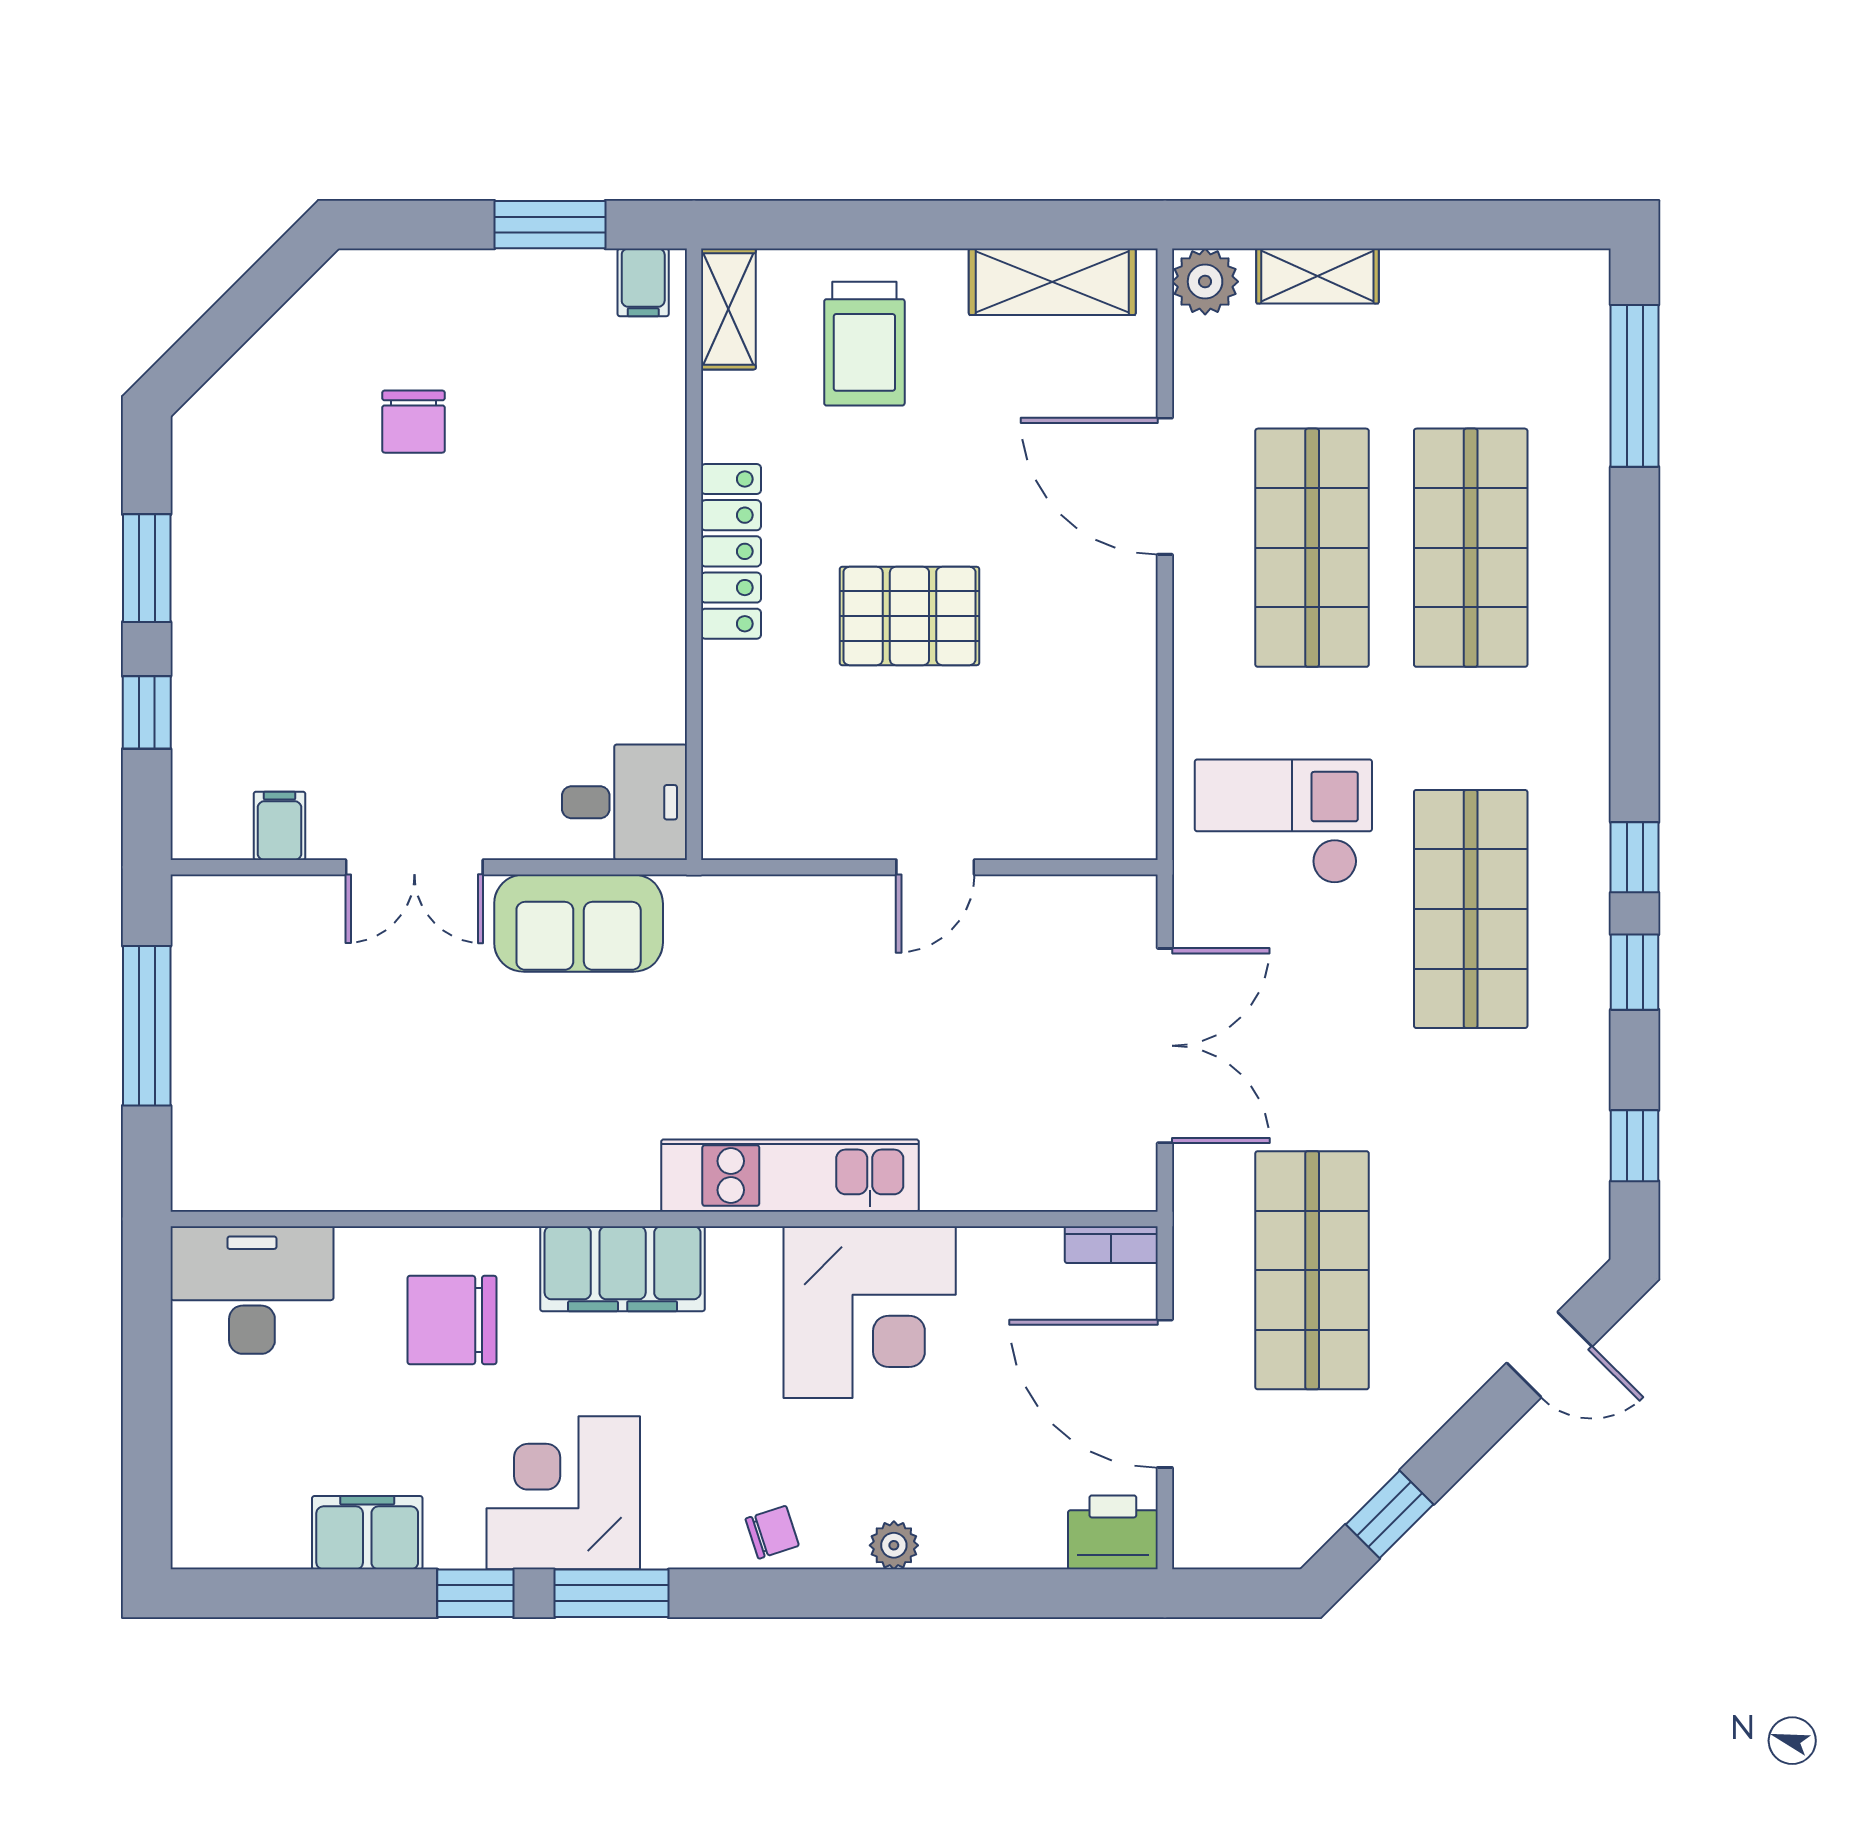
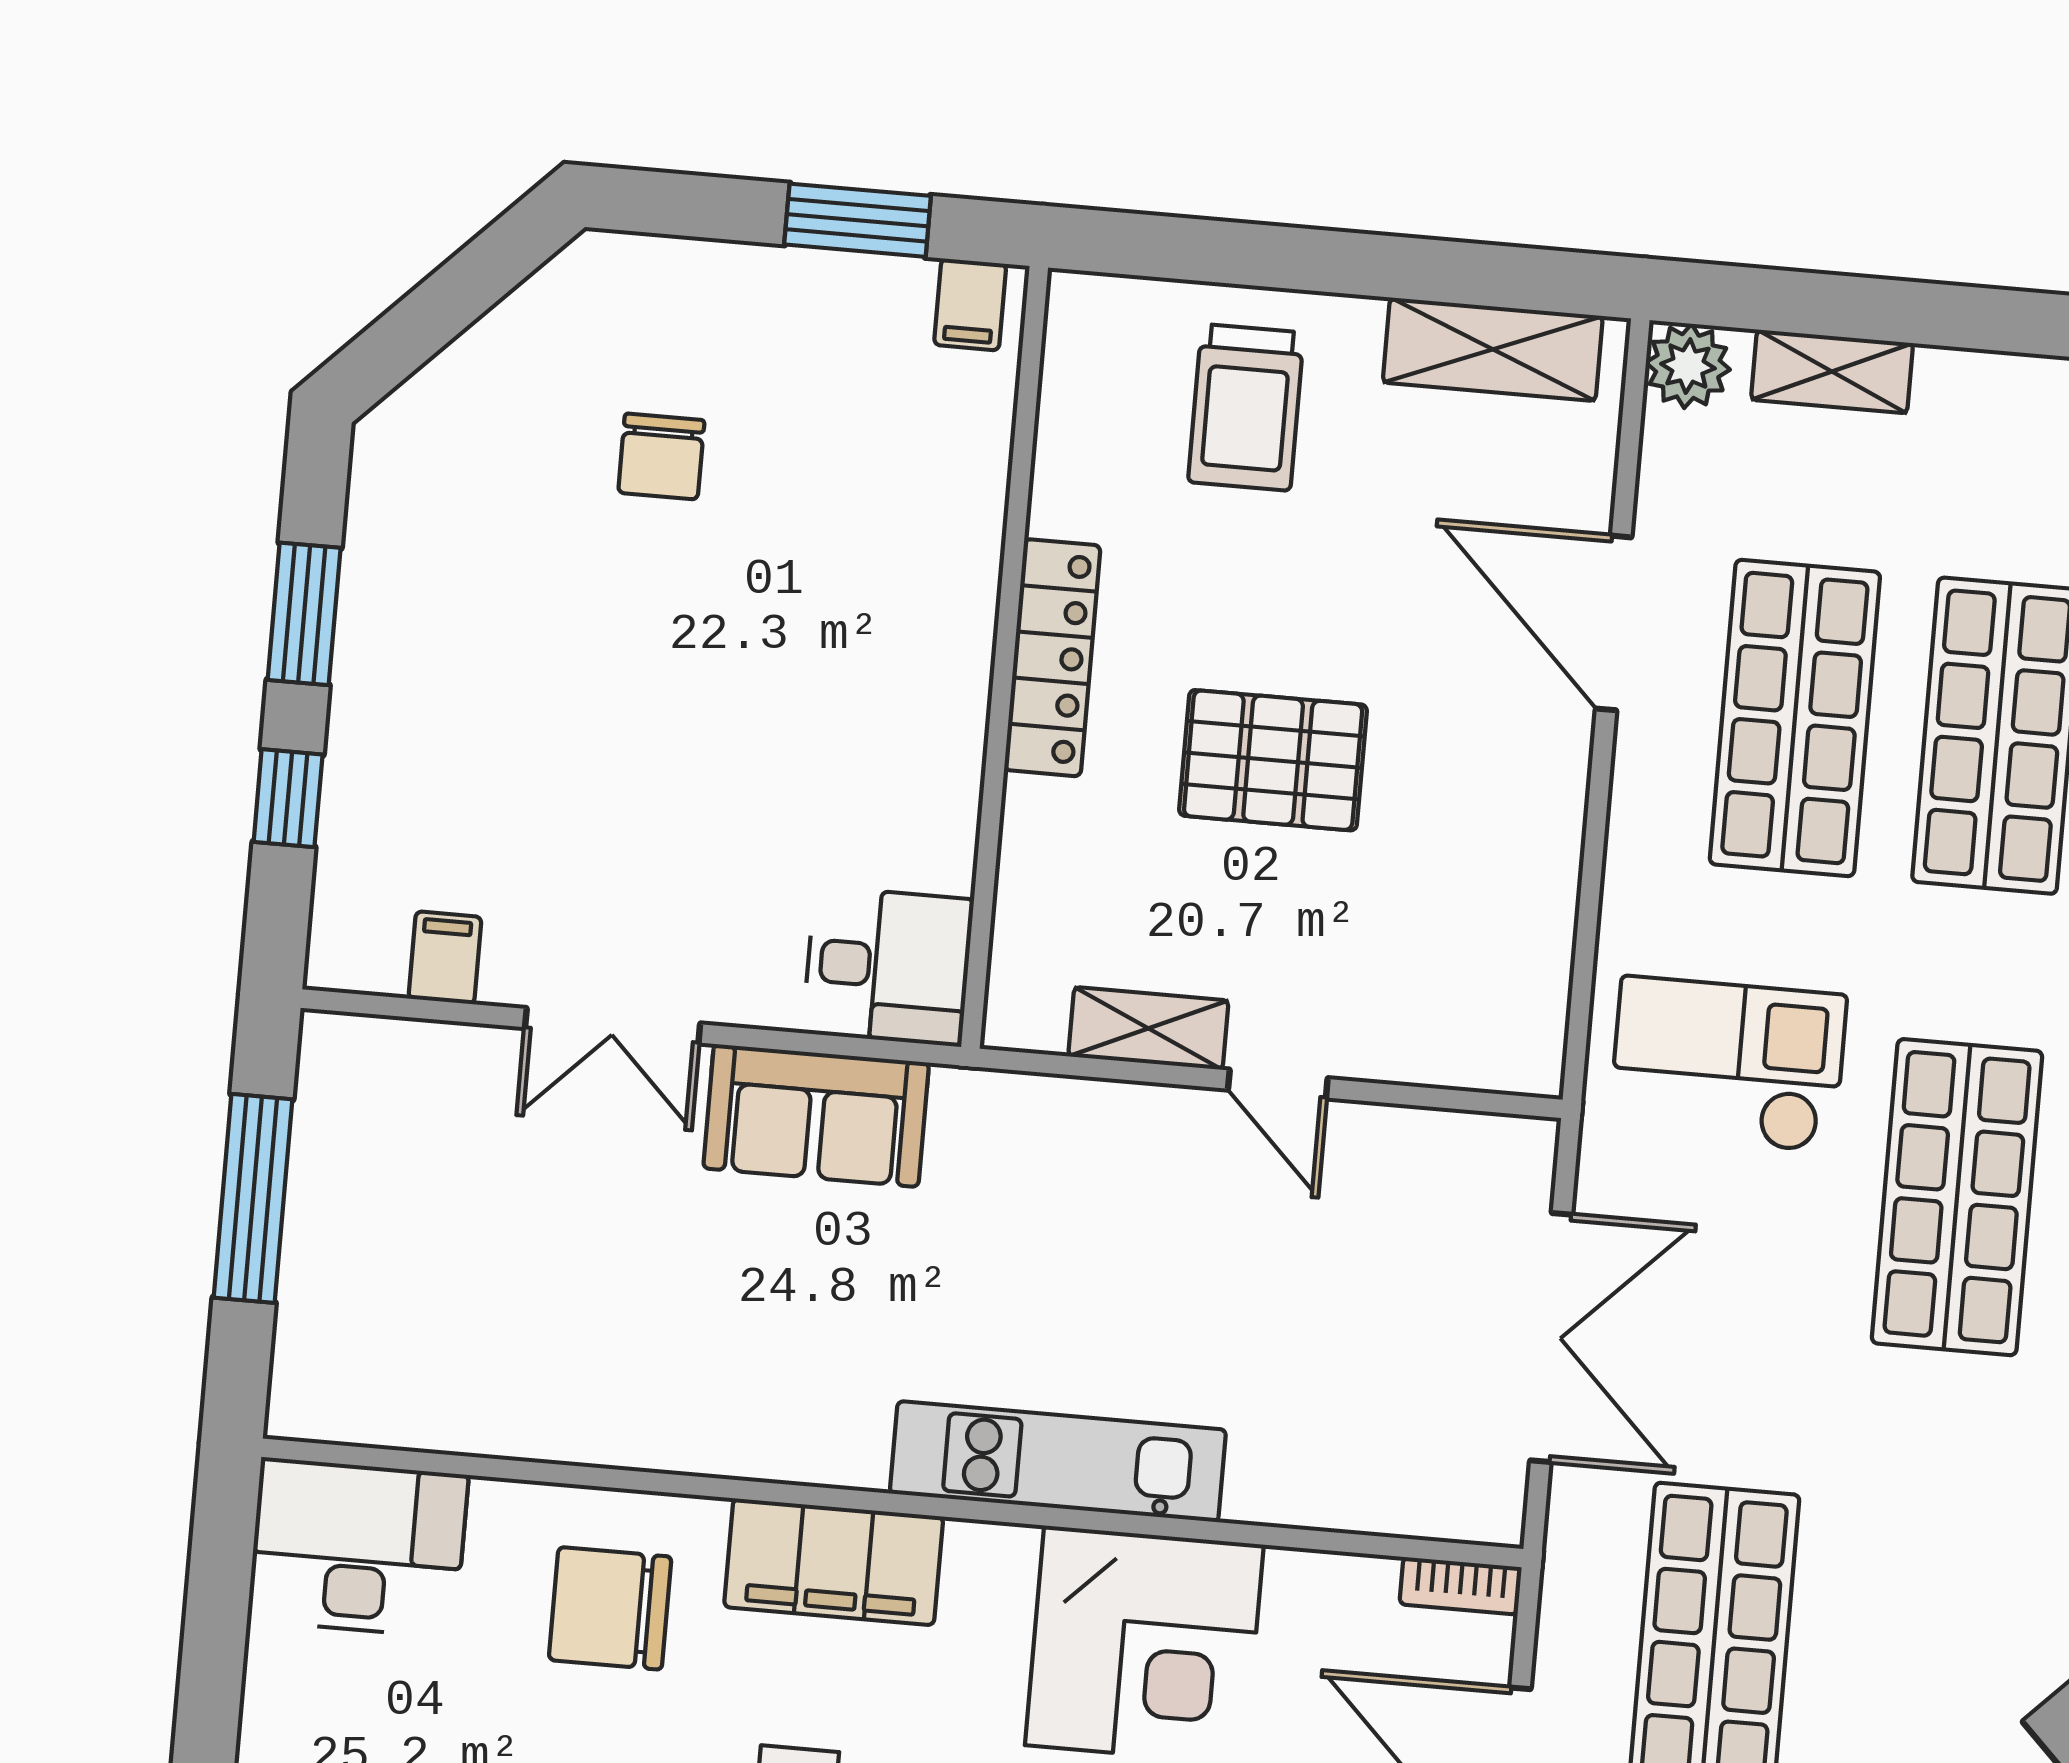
shelving: (728, 309) -> (1148, 1028), moved, turned 90
door: (935, 867) -> (1278, 1084), hinge flipped

